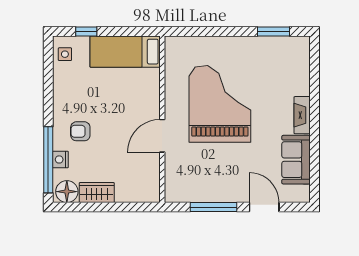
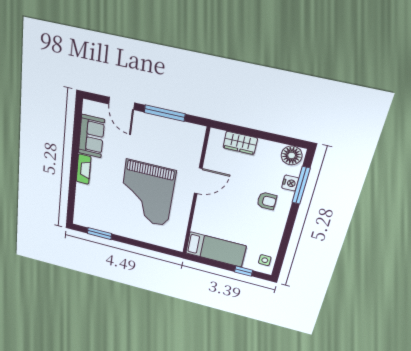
window: (48, 160) -> (301, 185), width x0.68
wardrobe: (97, 193) -> (240, 143), moved

